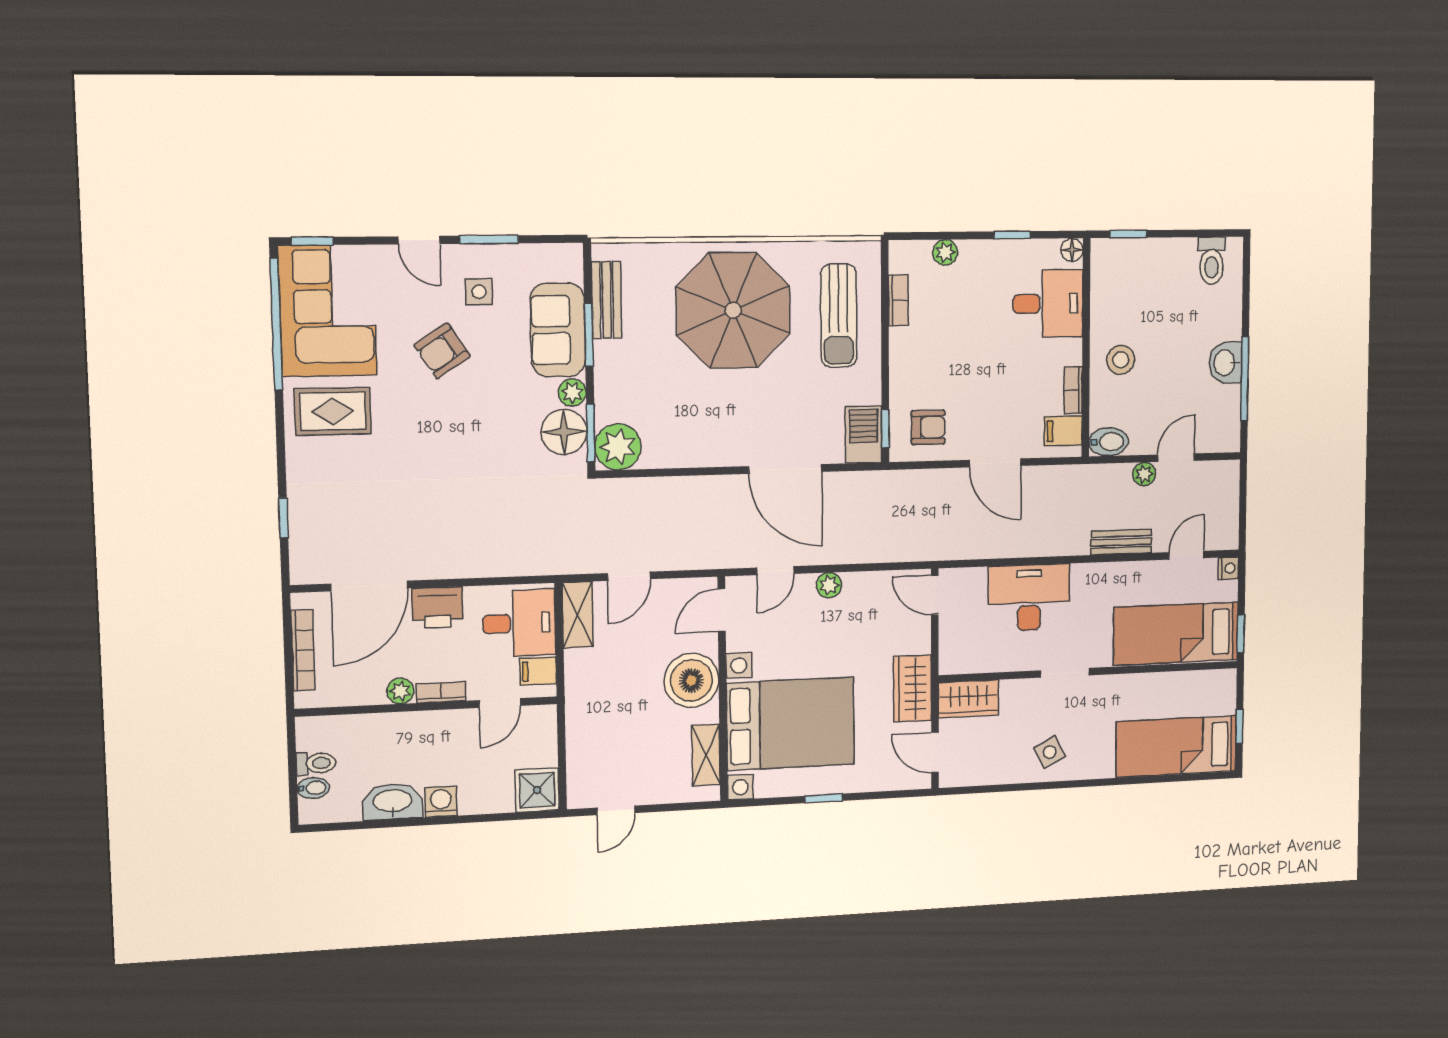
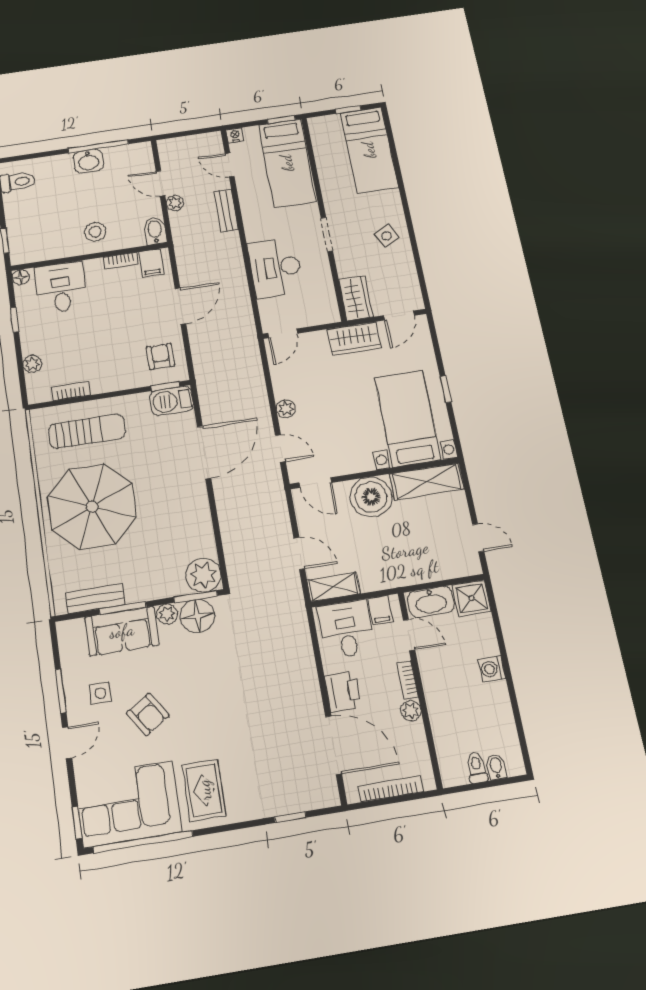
bed with nightstands: (791, 724) -> (408, 419), width x0.73
shelving: (706, 755) -> (427, 482), width x1.50, depth x1.33
washbasin: (392, 802) -> (431, 602), moved, turned -90

